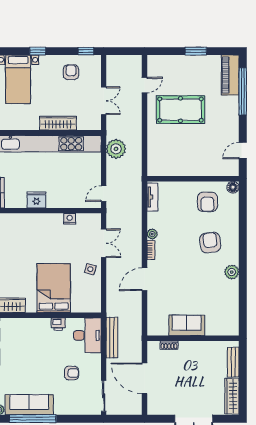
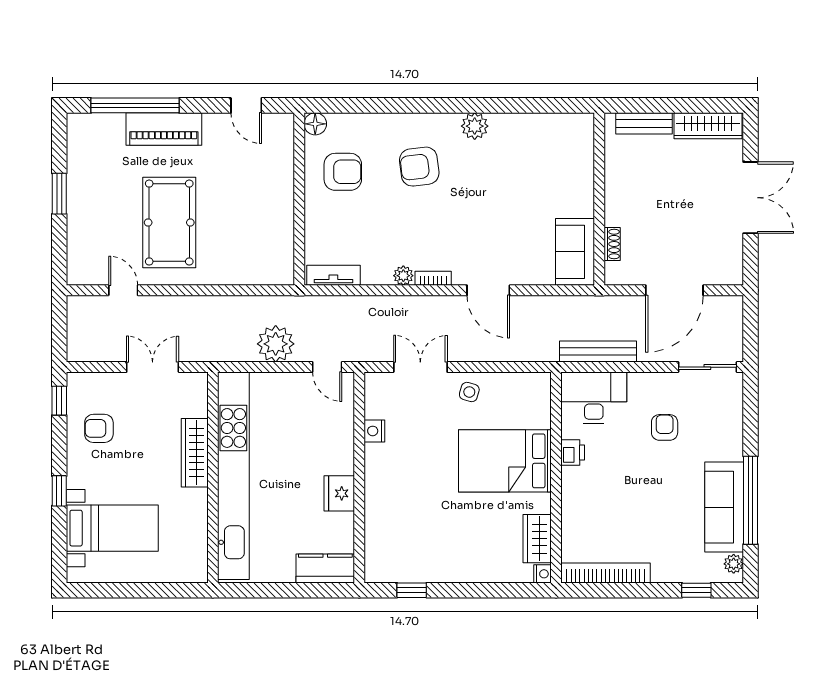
piano: (230, 75) -> (164, 129), moved
plant: (116, 149) -> (276, 344), moved
sofa: (187, 325) -> (575, 252), moved

